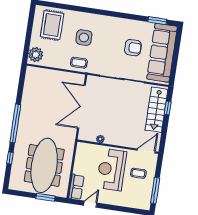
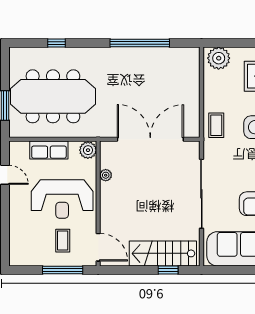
window: (15, 123) -> (140, 43), moved
plant: (82, 148) -> (88, 150), added
reception desk: (111, 170) -> (62, 199), turned 180
row of seats: (76, 187) -> (49, 150), moved
window: (155, 190) -> (63, 270), moved

